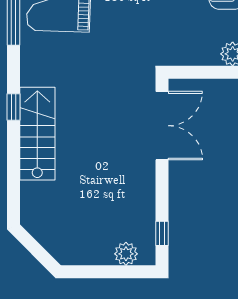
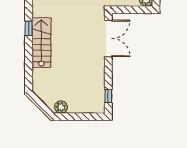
plant: (126, 254) -> (61, 107), moved

